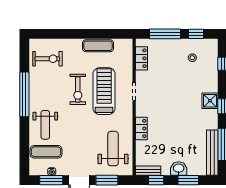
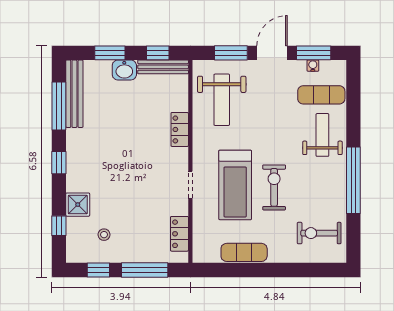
shower: (210, 101) -> (78, 205), moved
bench: (148, 171) -> (163, 67), width x1.36

